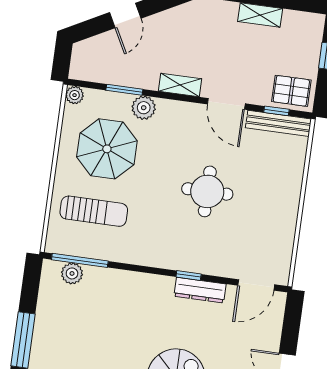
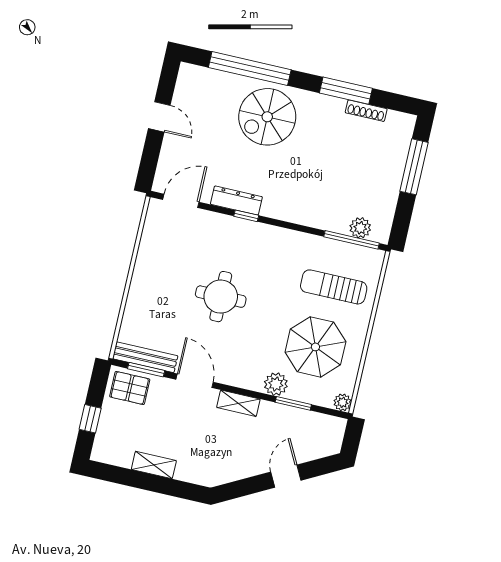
window: (276, 111) -> (146, 370), width x1.50

